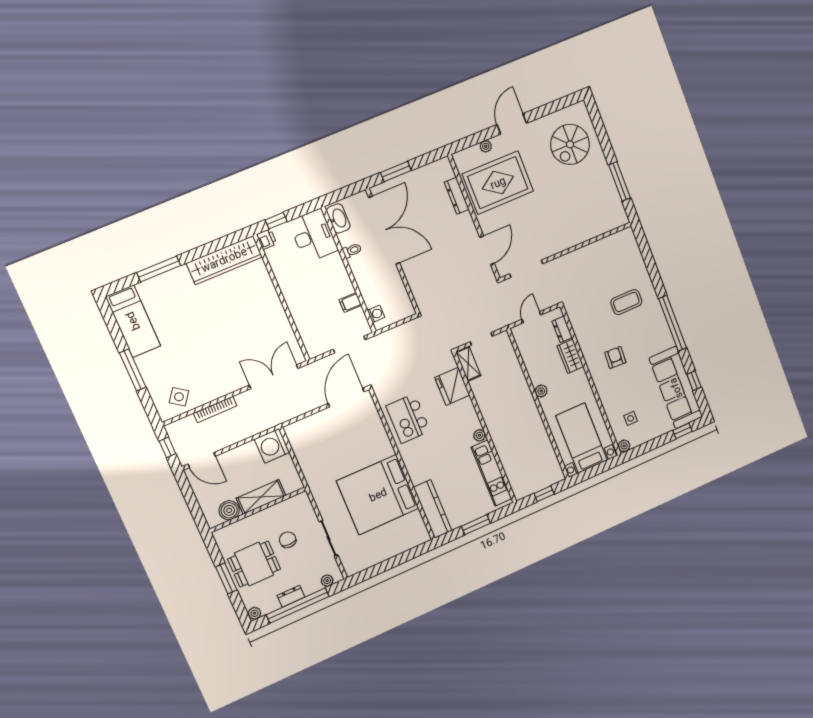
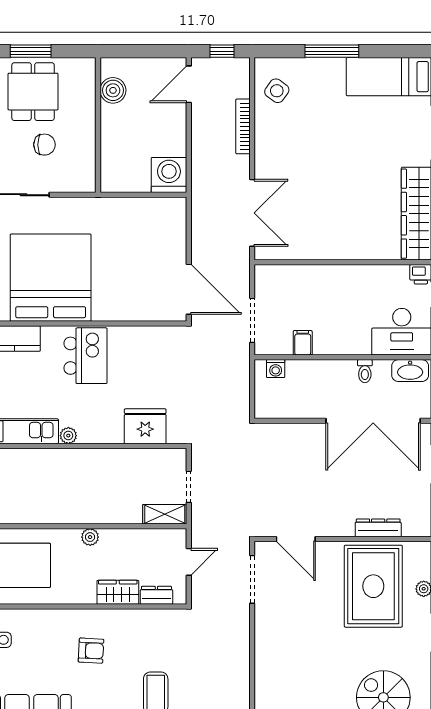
door: (531, 317) -> (189, 562), hinge flipped
shelving: (468, 364) -> (165, 514), moved
kitchen island: (408, 418) -> (85, 356), moved, turned 90
shelving: (261, 497) -> (112, 135), removed

